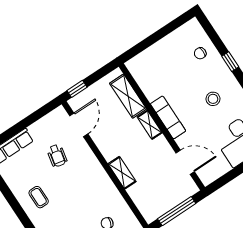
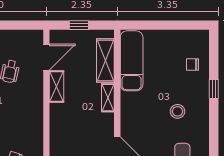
window: (77, 89) -> (79, 25), moved
exam couch: (168, 117) -> (132, 61), moved, width x1.36, depth x1.45
shelving: (122, 173) -> (57, 87), moved

